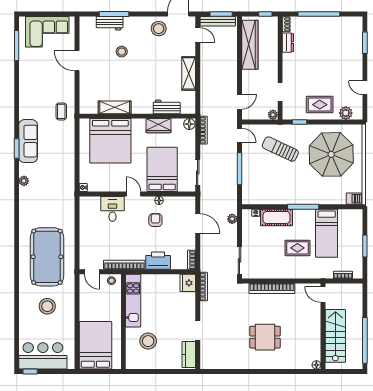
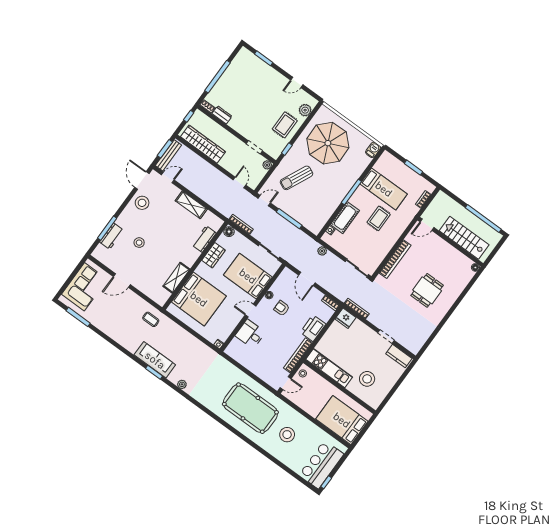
door: (198, 223) -> (307, 279), swing flipped

